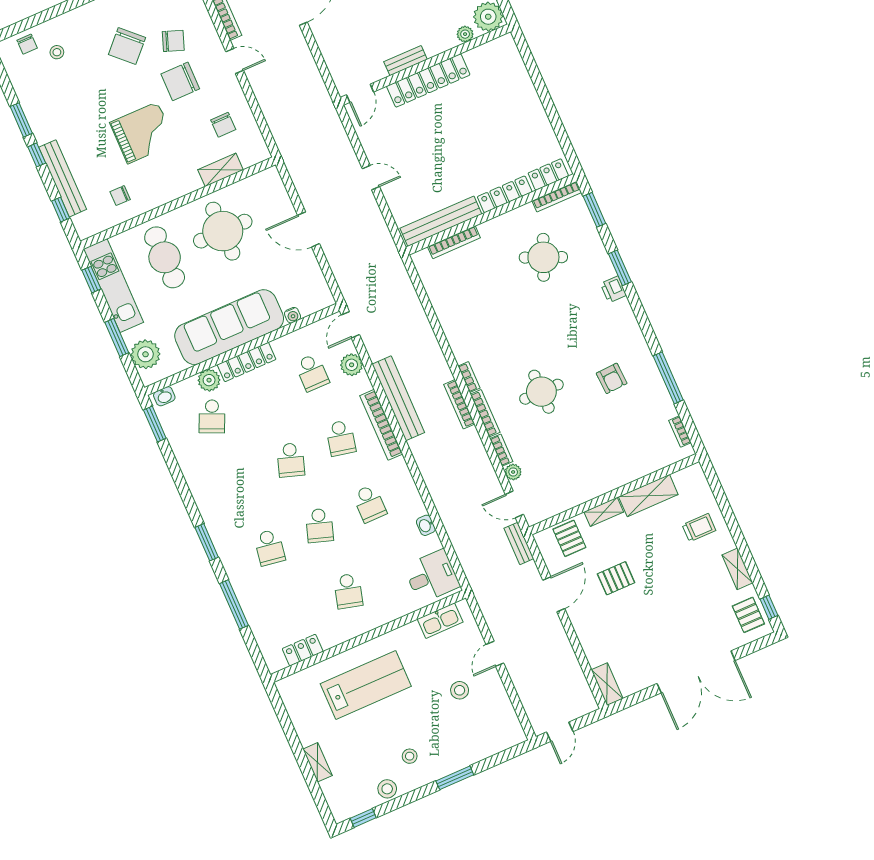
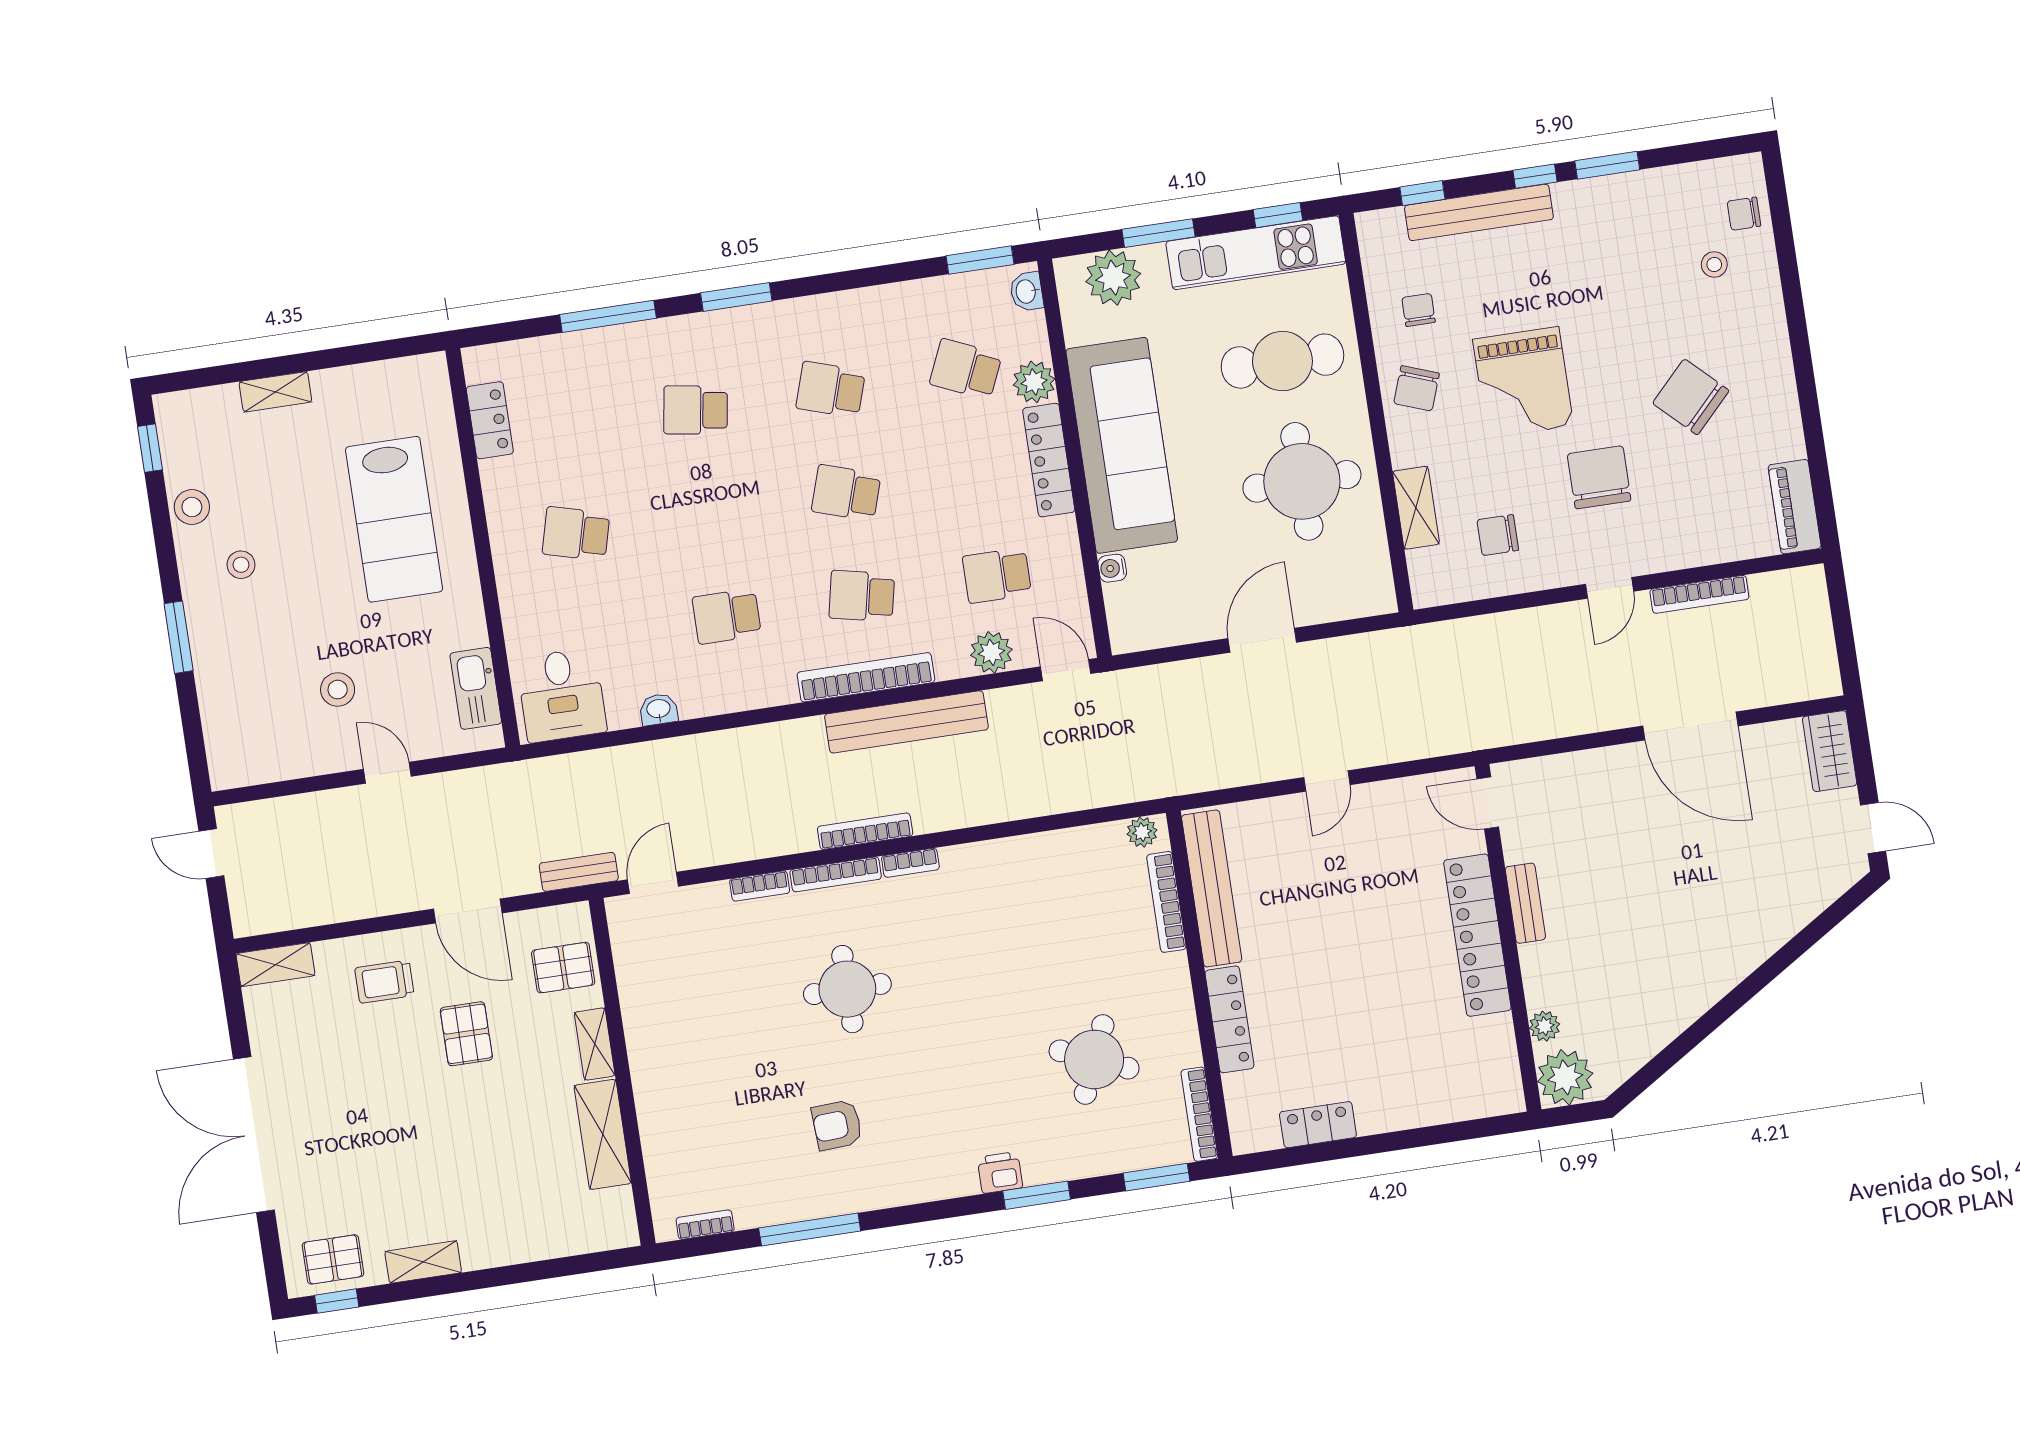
chair: (173, 41) -> (1417, 388), moved
locker: (548, 174) -> (1318, 1125), moved, turned -90
plant: (513, 472) -> (1142, 832), moved
school desk: (319, 525) -> (831, 390), moved
trolley: (699, 528) -> (384, 982), moved, turned 90

